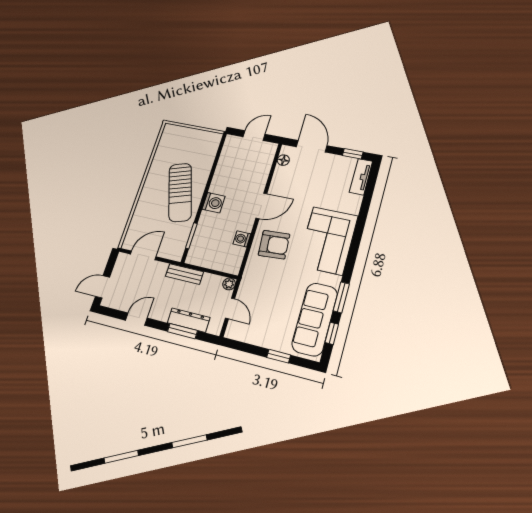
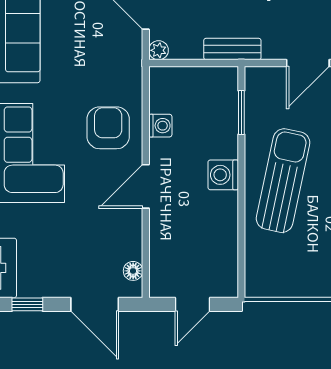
sun lounger: (180, 192) -> (283, 181), turned 30
armchair: (274, 245) -> (108, 128), turned 94

